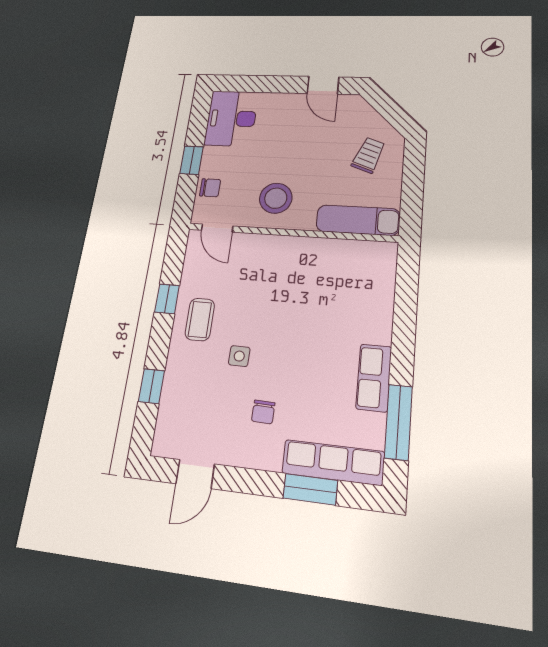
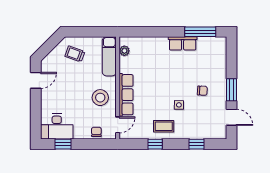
window: (192, 160) -> (63, 144), moved
plant: (367, 251) -> (124, 51), added
row of seats: (333, 462) -> (126, 95), moved, turned 180
window: (310, 489) -> (232, 90), moved

